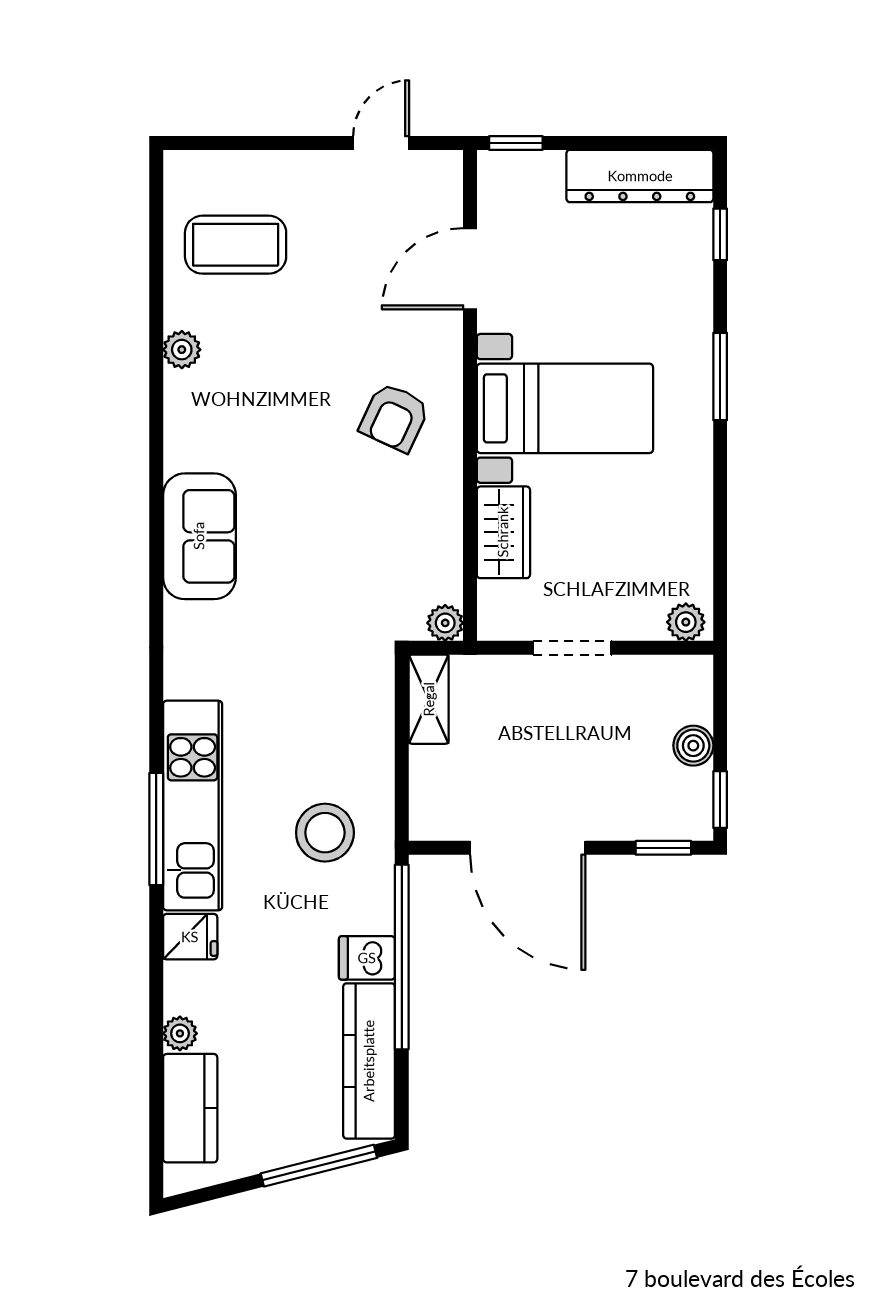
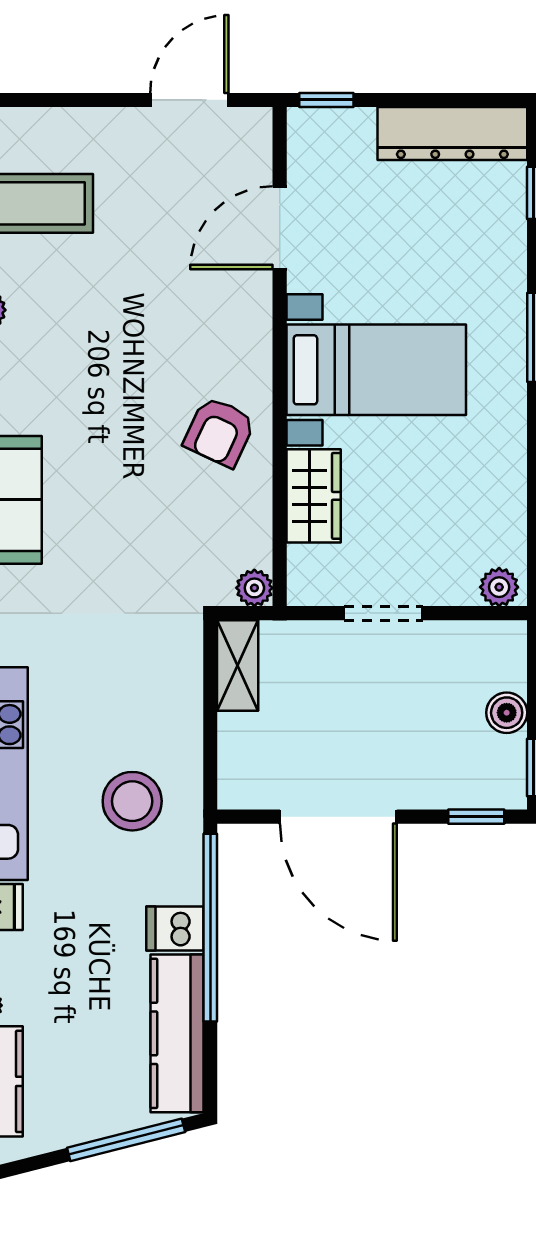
door: (381, 143) -> (189, 100), width x1.38
armchair: (394, 417) -> (219, 432), moved

